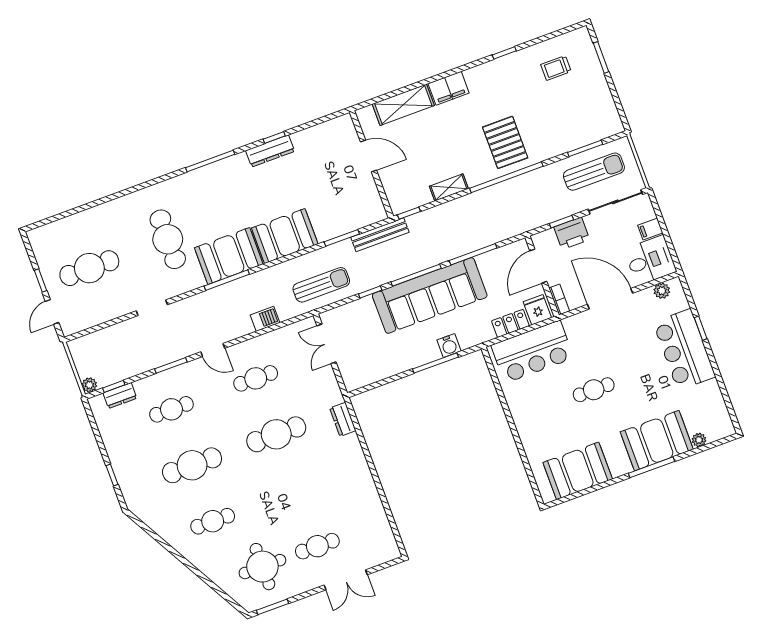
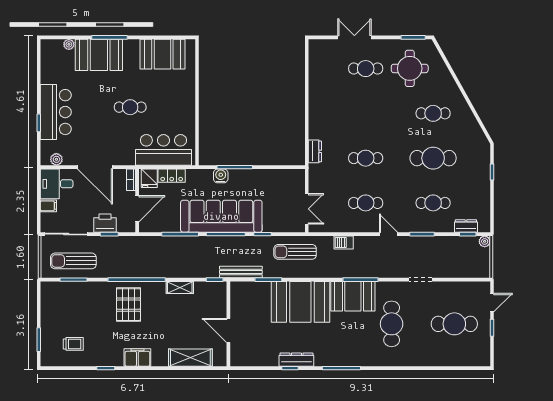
filing cabinet: (449, 88) -> (137, 357), moved
booth: (285, 236) -> (300, 302), width x1.36, depth x1.42
cafe table: (276, 434) -> (366, 158), width x0.73, depth x0.74

